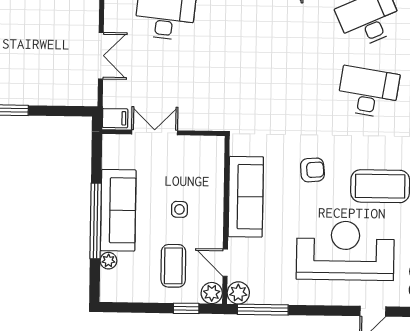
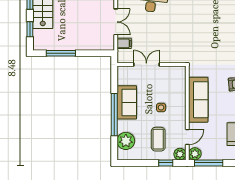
filing cabinet: (115, 118) -> (124, 43), moved
sofa: (118, 210) -> (127, 102), width x0.73
plant: (108, 261) -> (126, 141), width x1.88, depth x1.88
door: (225, 263) -> (187, 137), swing flipped

